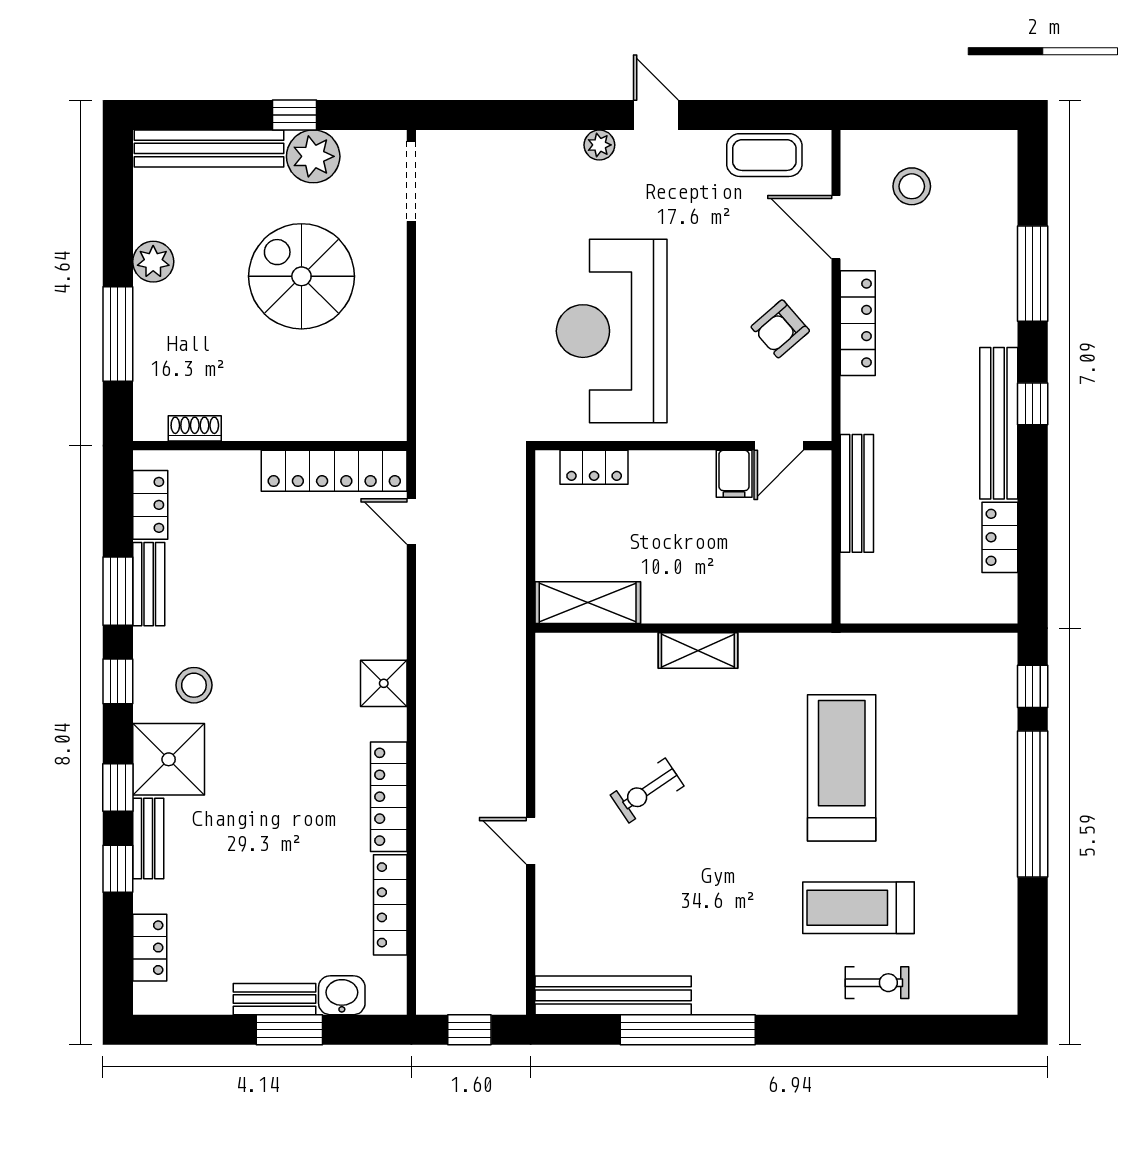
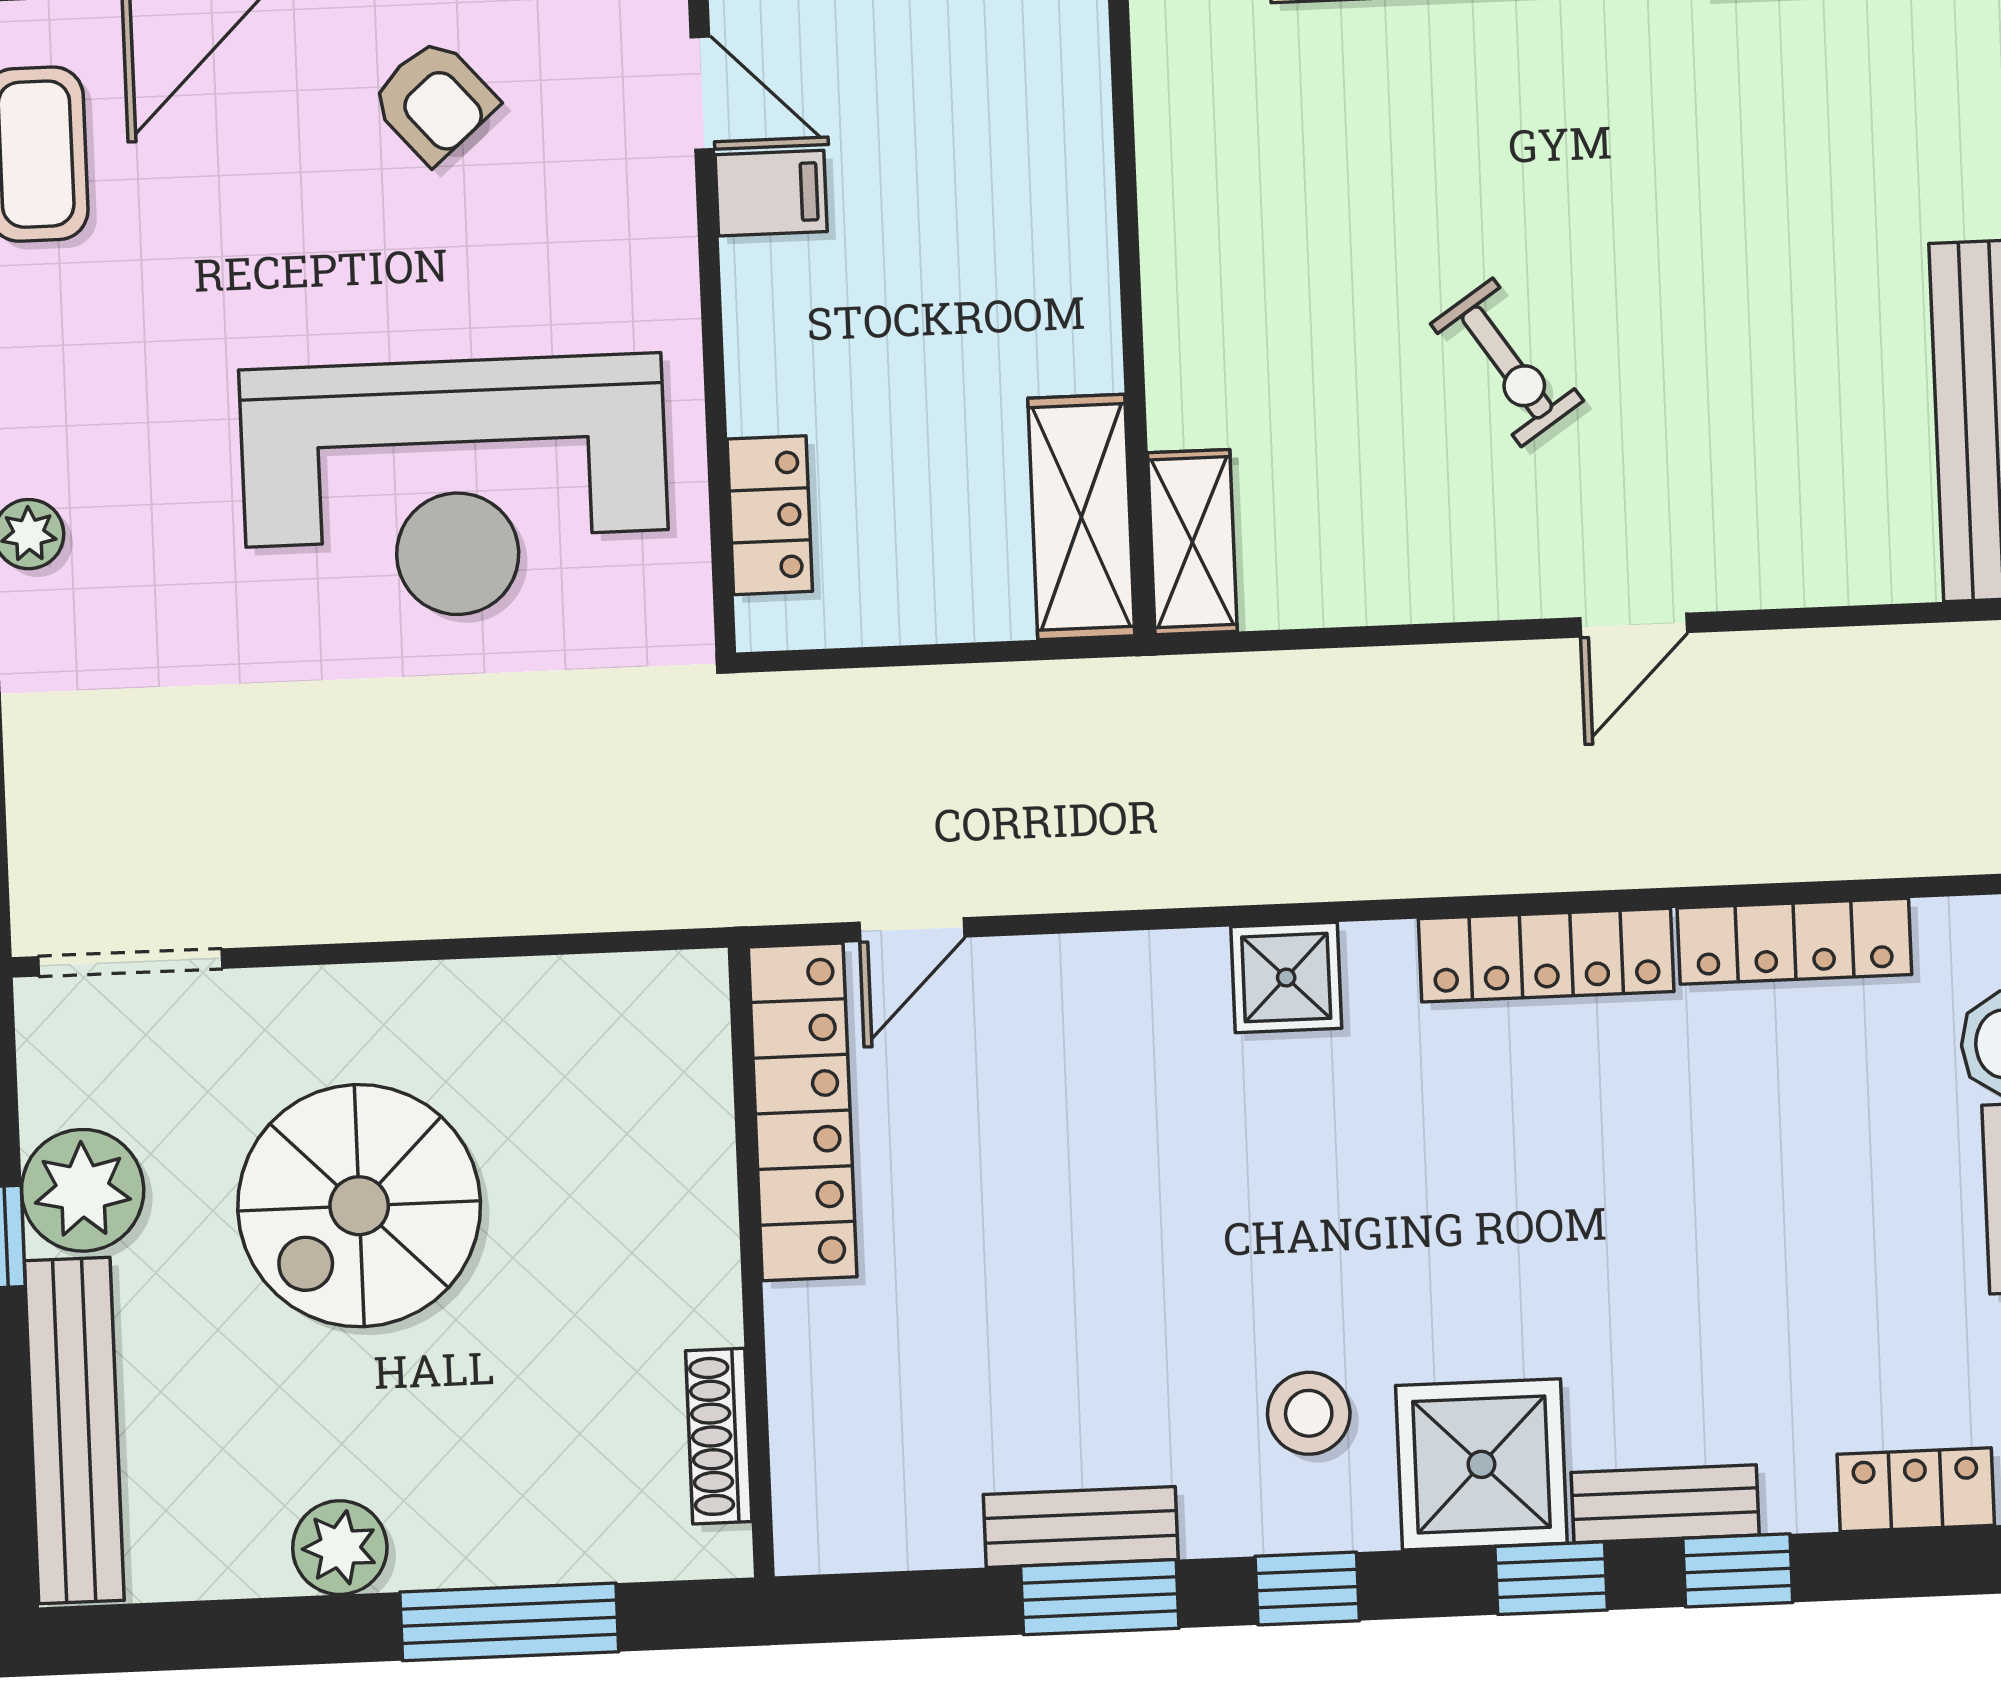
shoe rack: (195, 428) -> (719, 1436), width x1.43
locker: (150, 505) -> (899, 1531), removed
shelving: (698, 651) -> (1192, 542), moved

